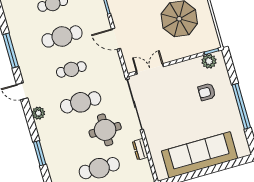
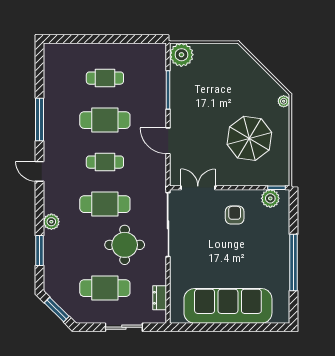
armchair: (207, 92) -> (235, 215), moved, turned 90
plant: (38, 113) -> (51, 222), moved
dresser: (140, 149) -> (160, 298), moved

